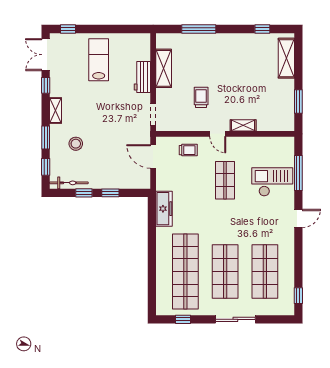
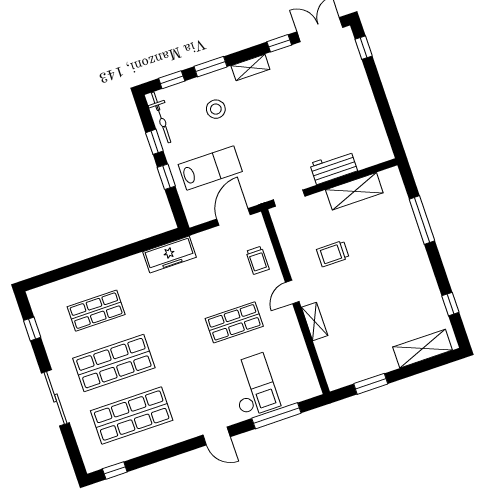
lab bench: (99, 60) -> (210, 168), moved
trolley: (201, 97) -> (333, 254), turned 180
shop shelf: (185, 272) -> (96, 311), width x0.50, depth x0.74

